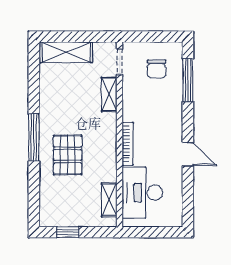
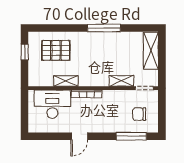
window: (34, 137) -> (104, 28), moved
pallet: (68, 155) -> (56, 50), moved
shelving: (109, 200) -> (66, 81), moved

